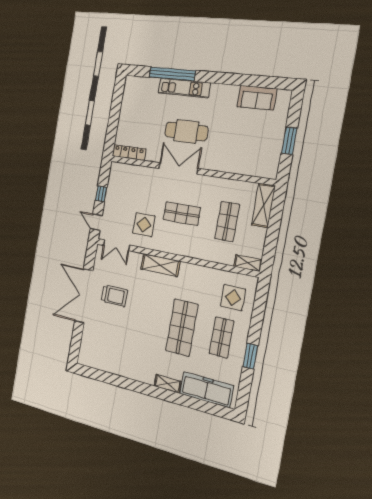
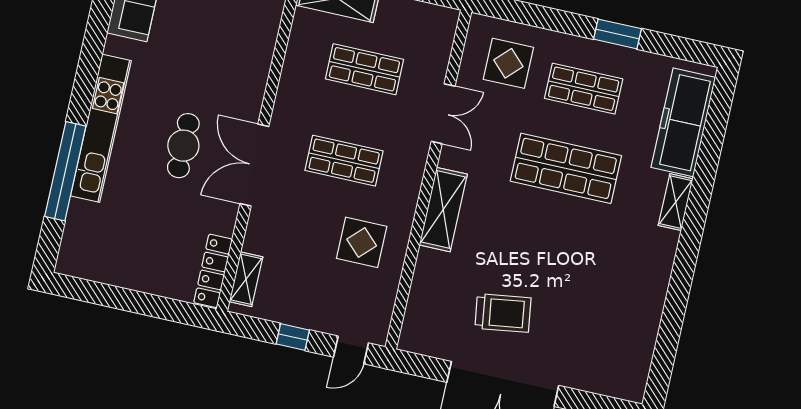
kitchen unit: (184, 88) -> (101, 128), width x1.36
cafe table: (186, 131) -> (183, 146), width x0.73, depth x0.74
shop shelf: (182, 214) -> (344, 161), turned 90
double door: (116, 245) -> (443, 114), moved
shelving: (248, 263) -> (246, 279), moved
trolley: (114, 296) -> (503, 313), turned 82

